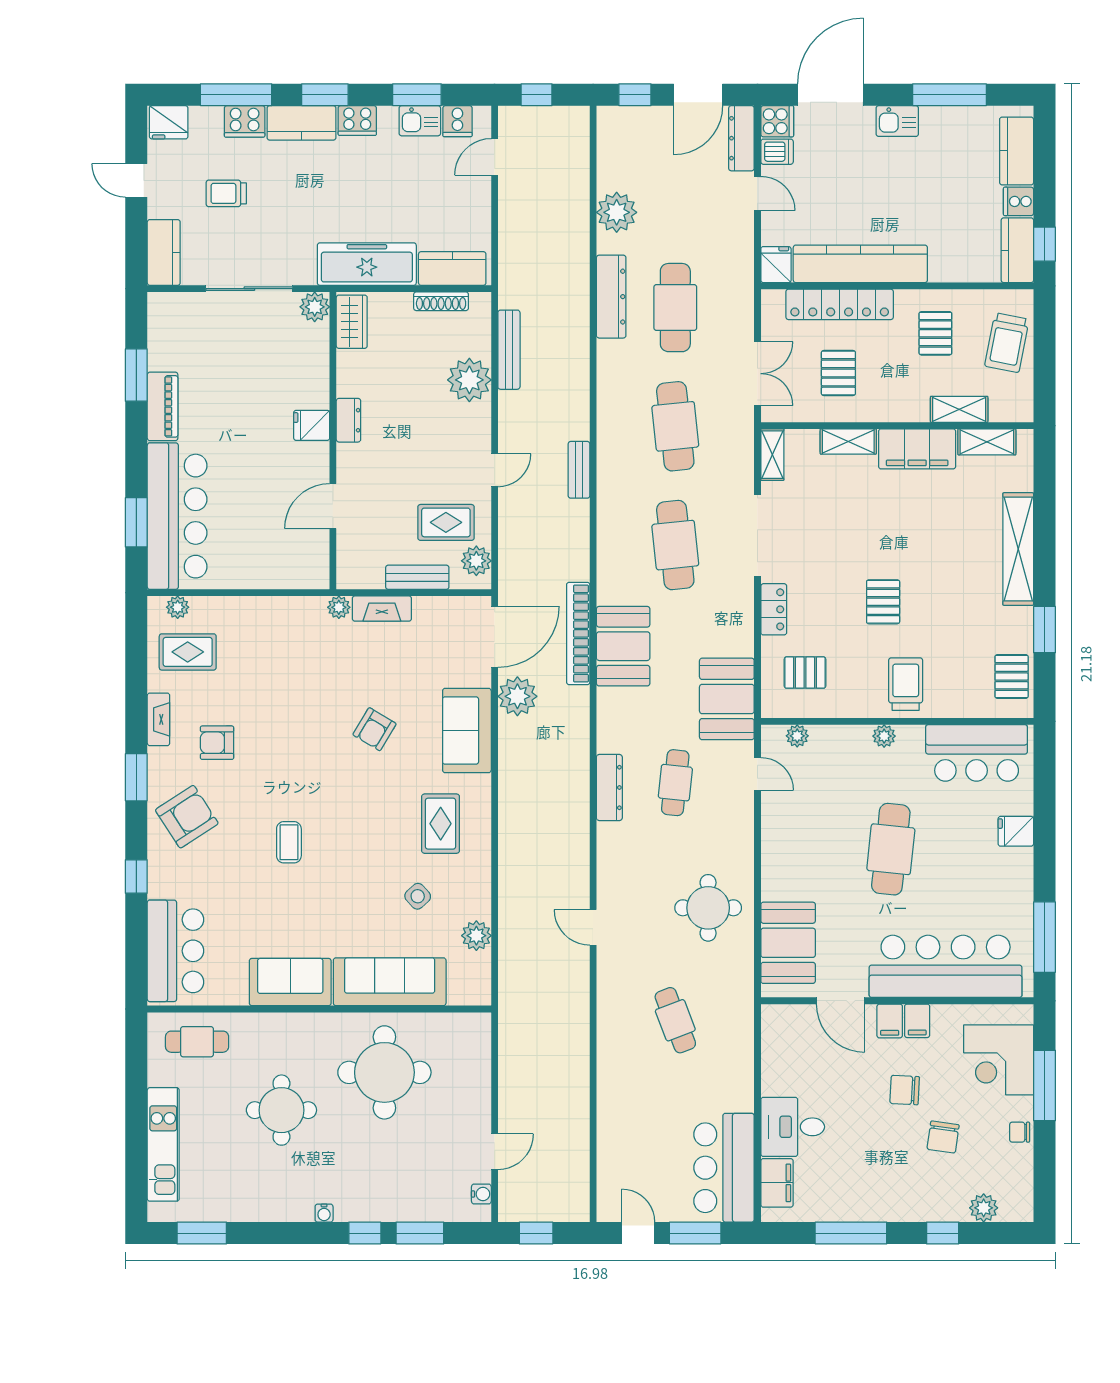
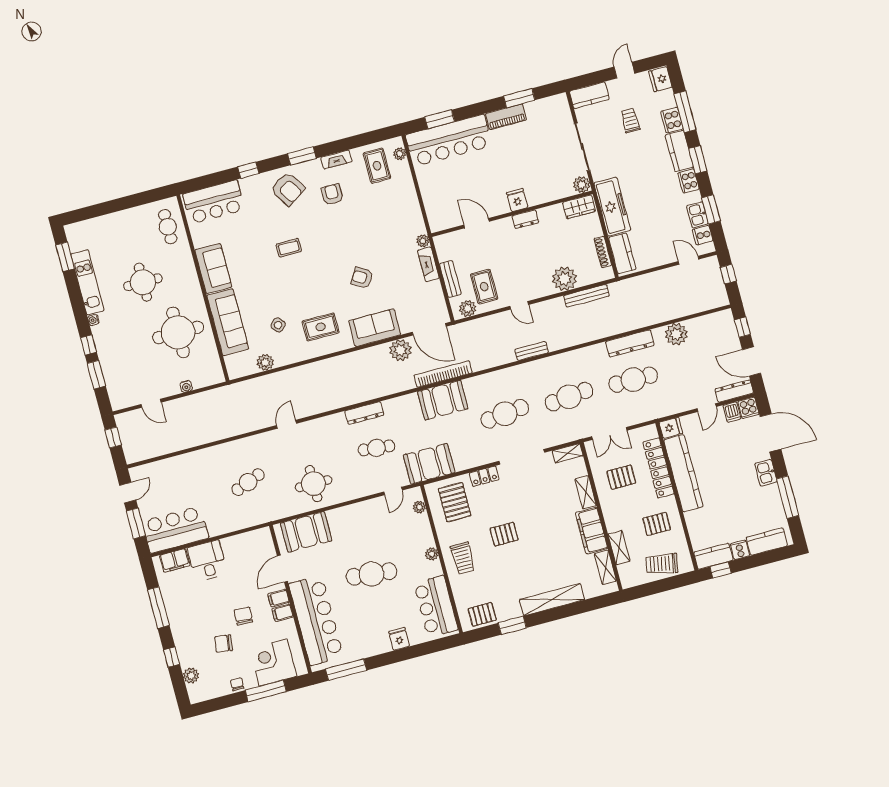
pallet: (805, 673) -> (455, 502), width x1.50, depth x1.42
trolley: (906, 684) -> (463, 558), turned 90
kitchen unit: (163, 1144) -> (87, 282), moved, turned -90
water cooler: (481, 1194) -> (186, 386), moved

